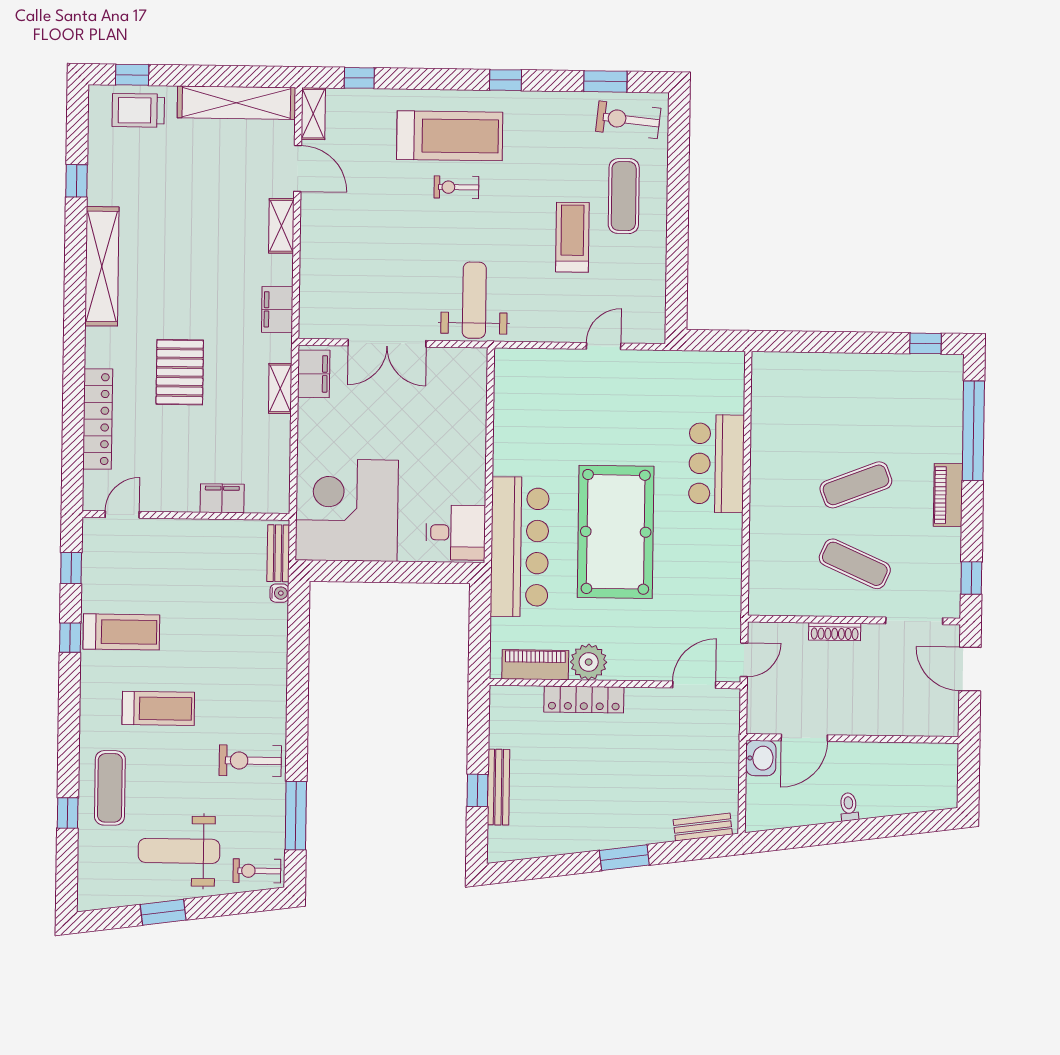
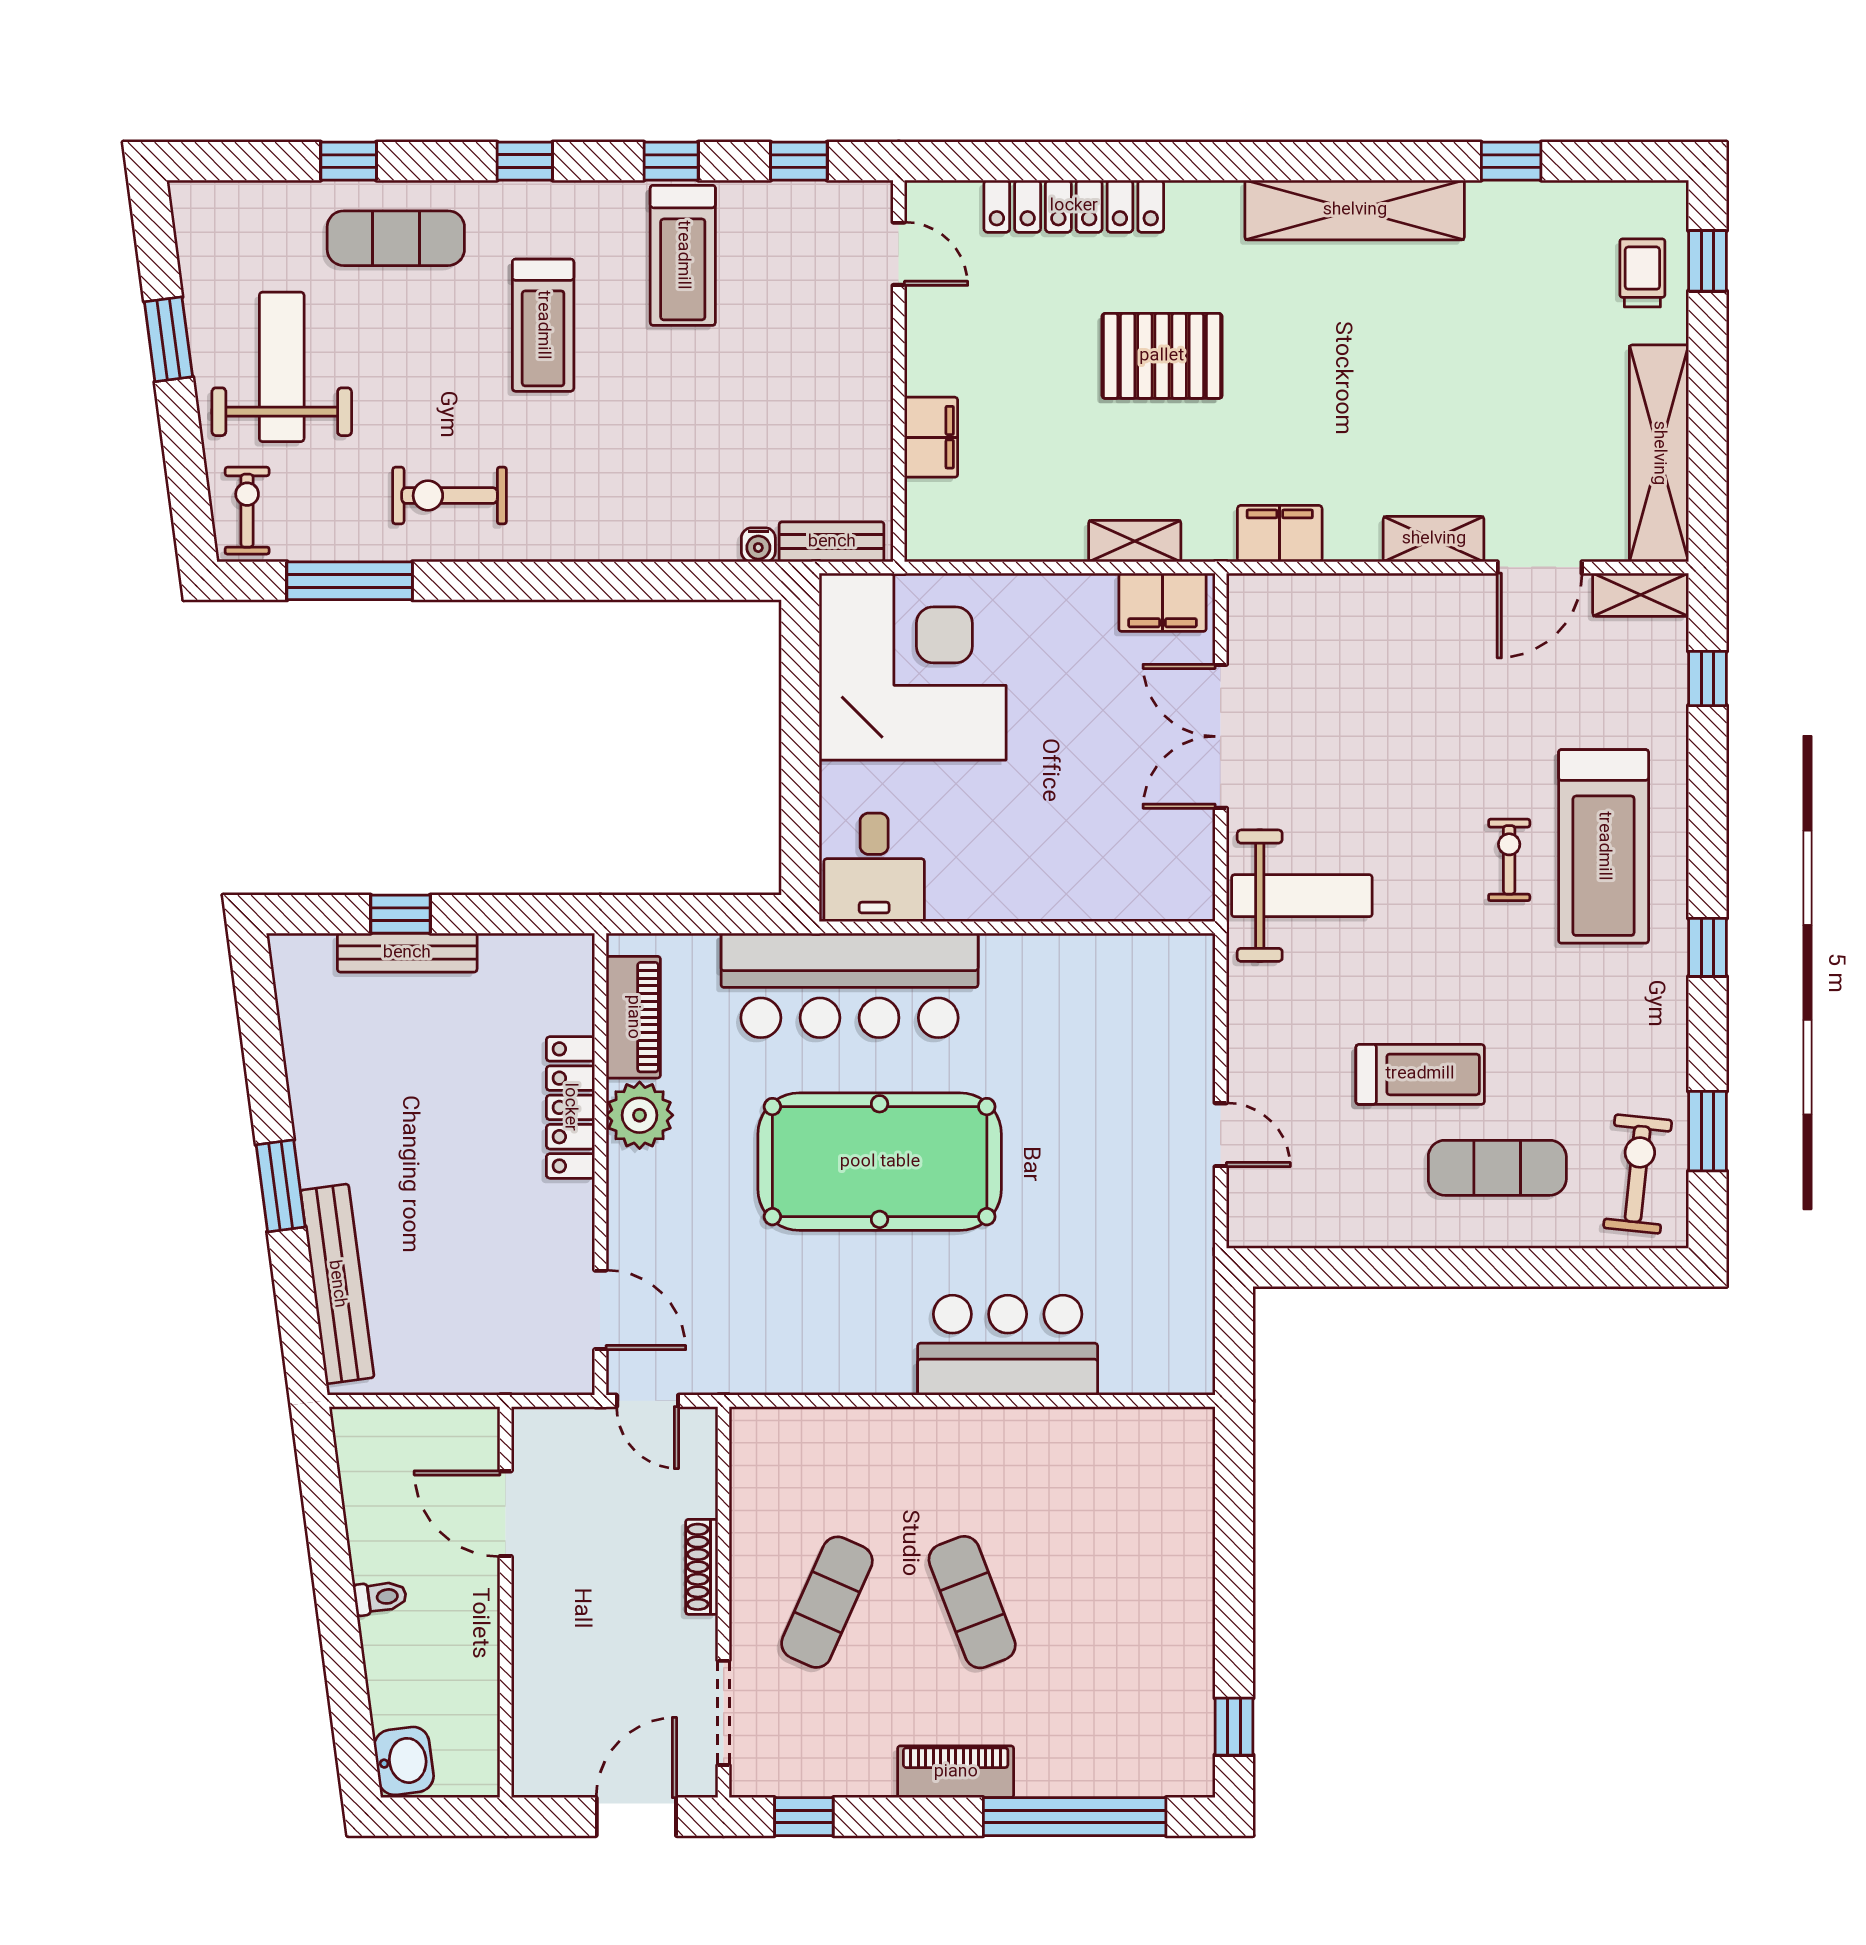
trolley: (138, 110) -> (1642, 273), width x0.73, depth x0.72
window: (69, 717) -> (525, 161), added
washbasin: (761, 758) -> (404, 1761), moved, turned -98
exercise bike: (250, 761) -> (450, 496), turned -90
bench: (703, 827) -> (337, 1284), width x1.86, depth x1.21

